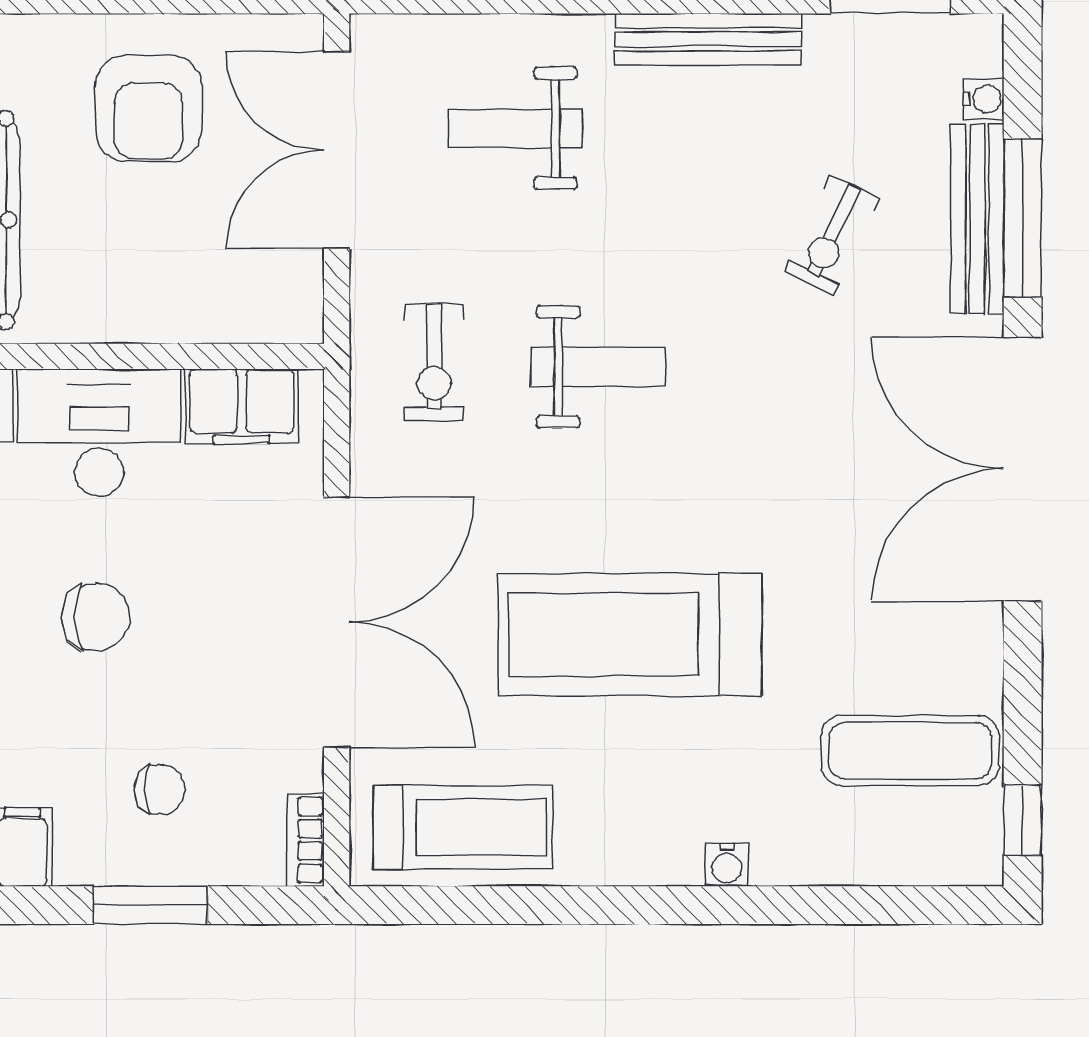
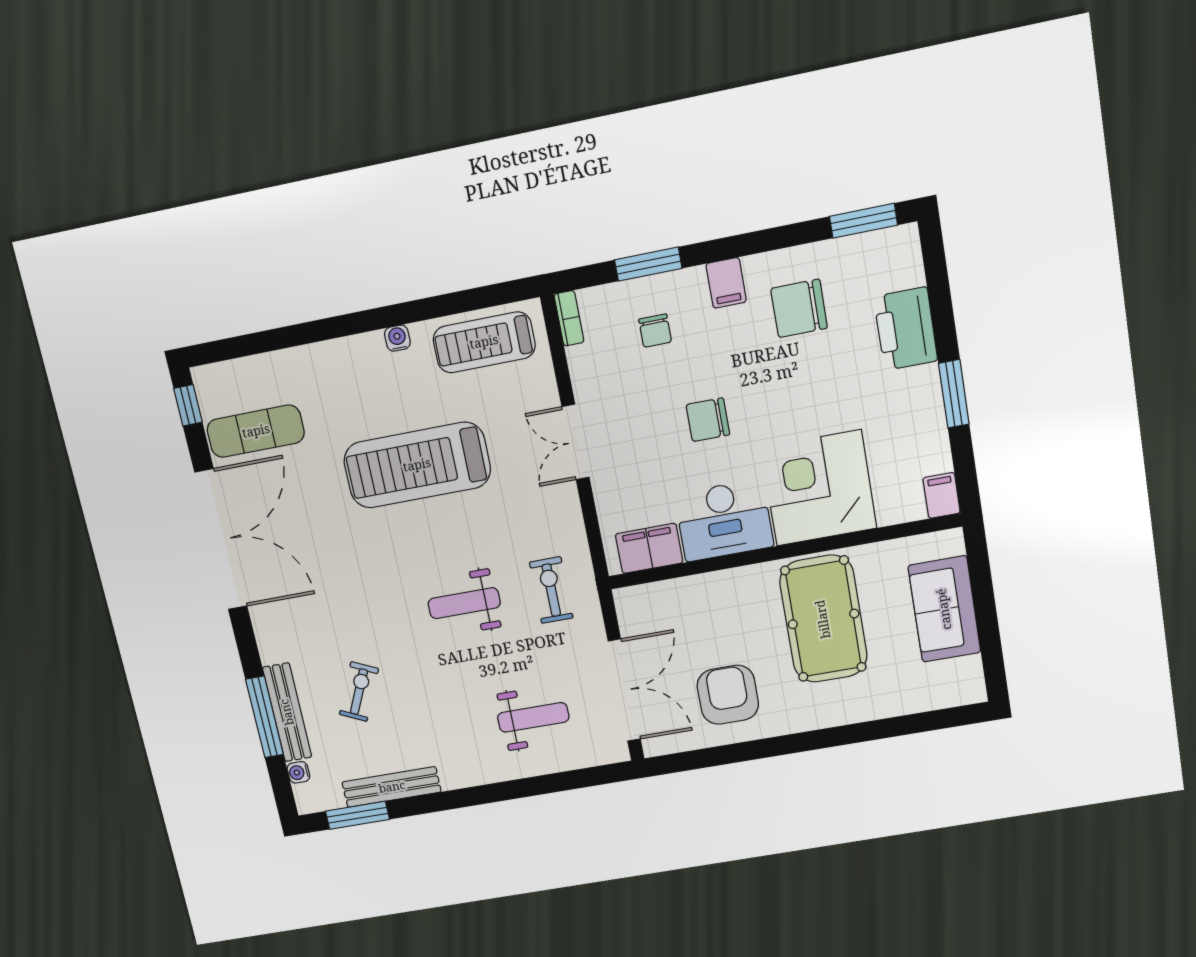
bench: (708, 39) -> (392, 787), moved
double door: (1023, 469) -> (221, 540), moved
double door: (337, 622) -> (576, 442), width x0.54
treadmill: (630, 635) -> (417, 465), turned 180
chair: (160, 790) -> (655, 331), turned -90
water cooler: (727, 865) -> (397, 338), moved

